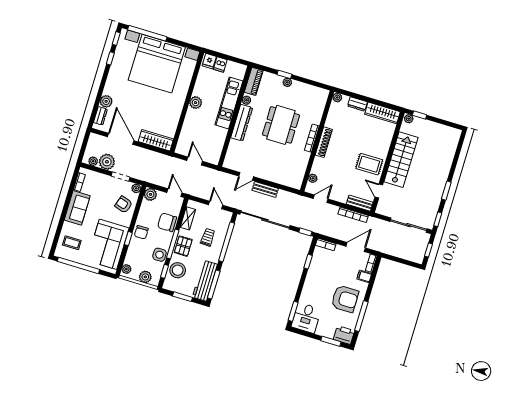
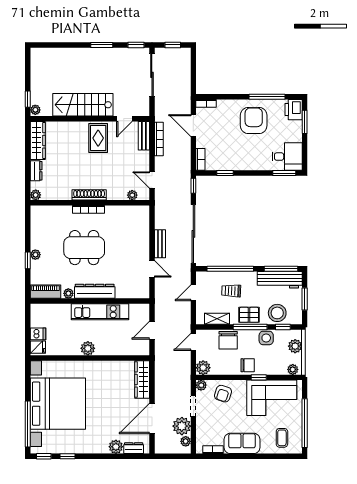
kitchen unit: (229, 103) -> (100, 312), moved
filing cabinet: (364, 276) -> (223, 107), removed

